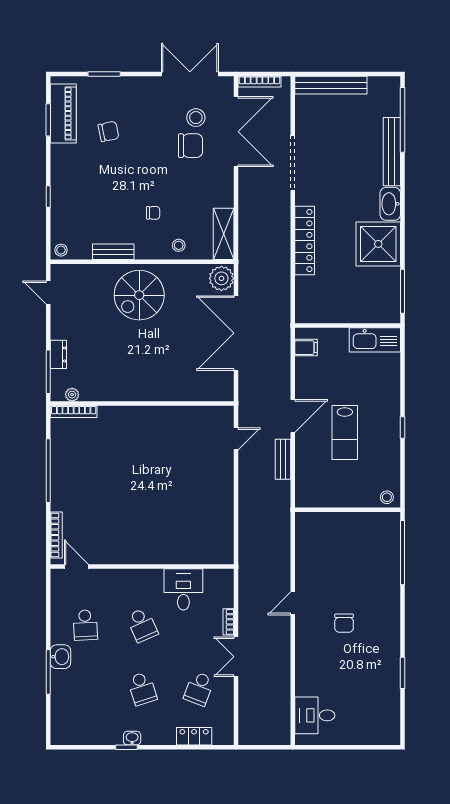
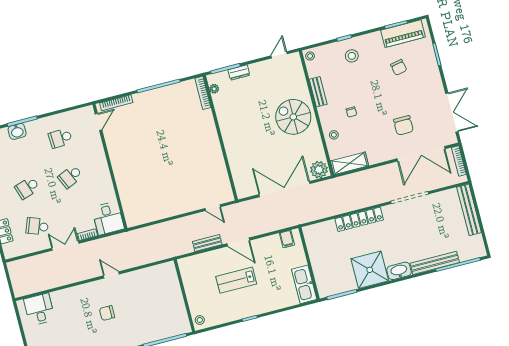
stool: (196, 118) -> (352, 56), moved
desk: (183, 589) -> (108, 218), moved, turned 90
washbasin: (60, 657) -> (17, 131), moved

